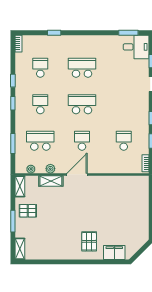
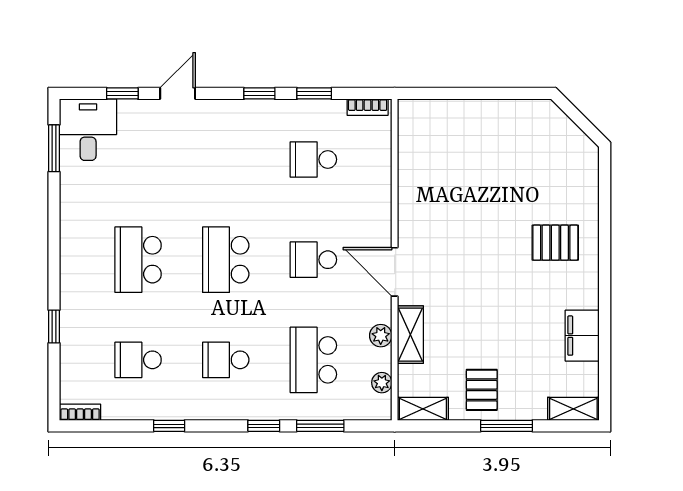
window: (13, 103) -> (264, 426), moved
filing cabinet: (114, 253) -> (582, 336), moved

